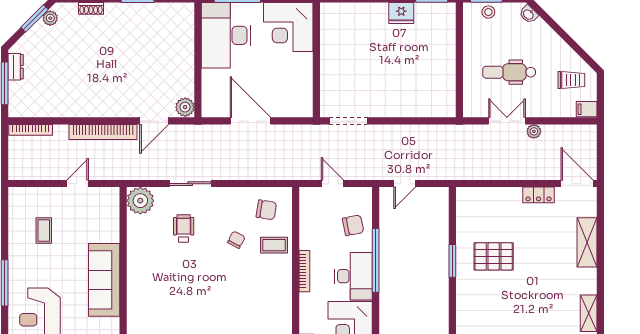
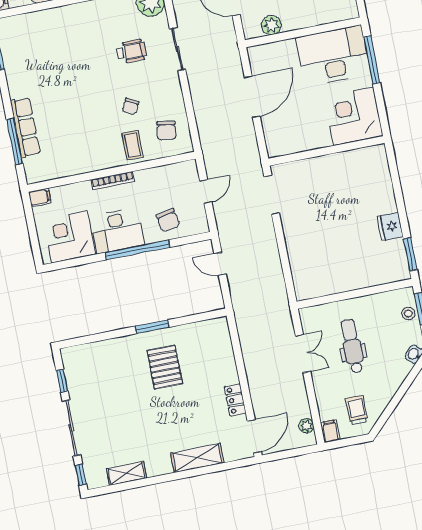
trolley: (571, 80) -> (357, 410), turned 180
plant: (185, 107) -> (271, 25), moved
plant: (534, 131) -> (306, 426), moved
chair: (236, 240) -> (130, 106), turned 90

